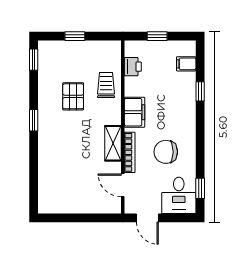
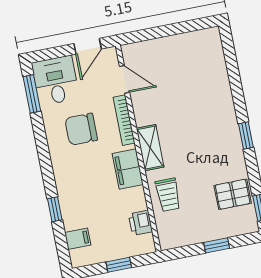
pallet: (73, 96) -> (233, 194), moved, turned 90
shelving: (113, 143) -> (150, 148), moved
chair: (166, 152) -> (81, 129), turned 180
window: (200, 188) -> (32, 94), width x1.50
door: (147, 218) -> (88, 46), swing flipped

